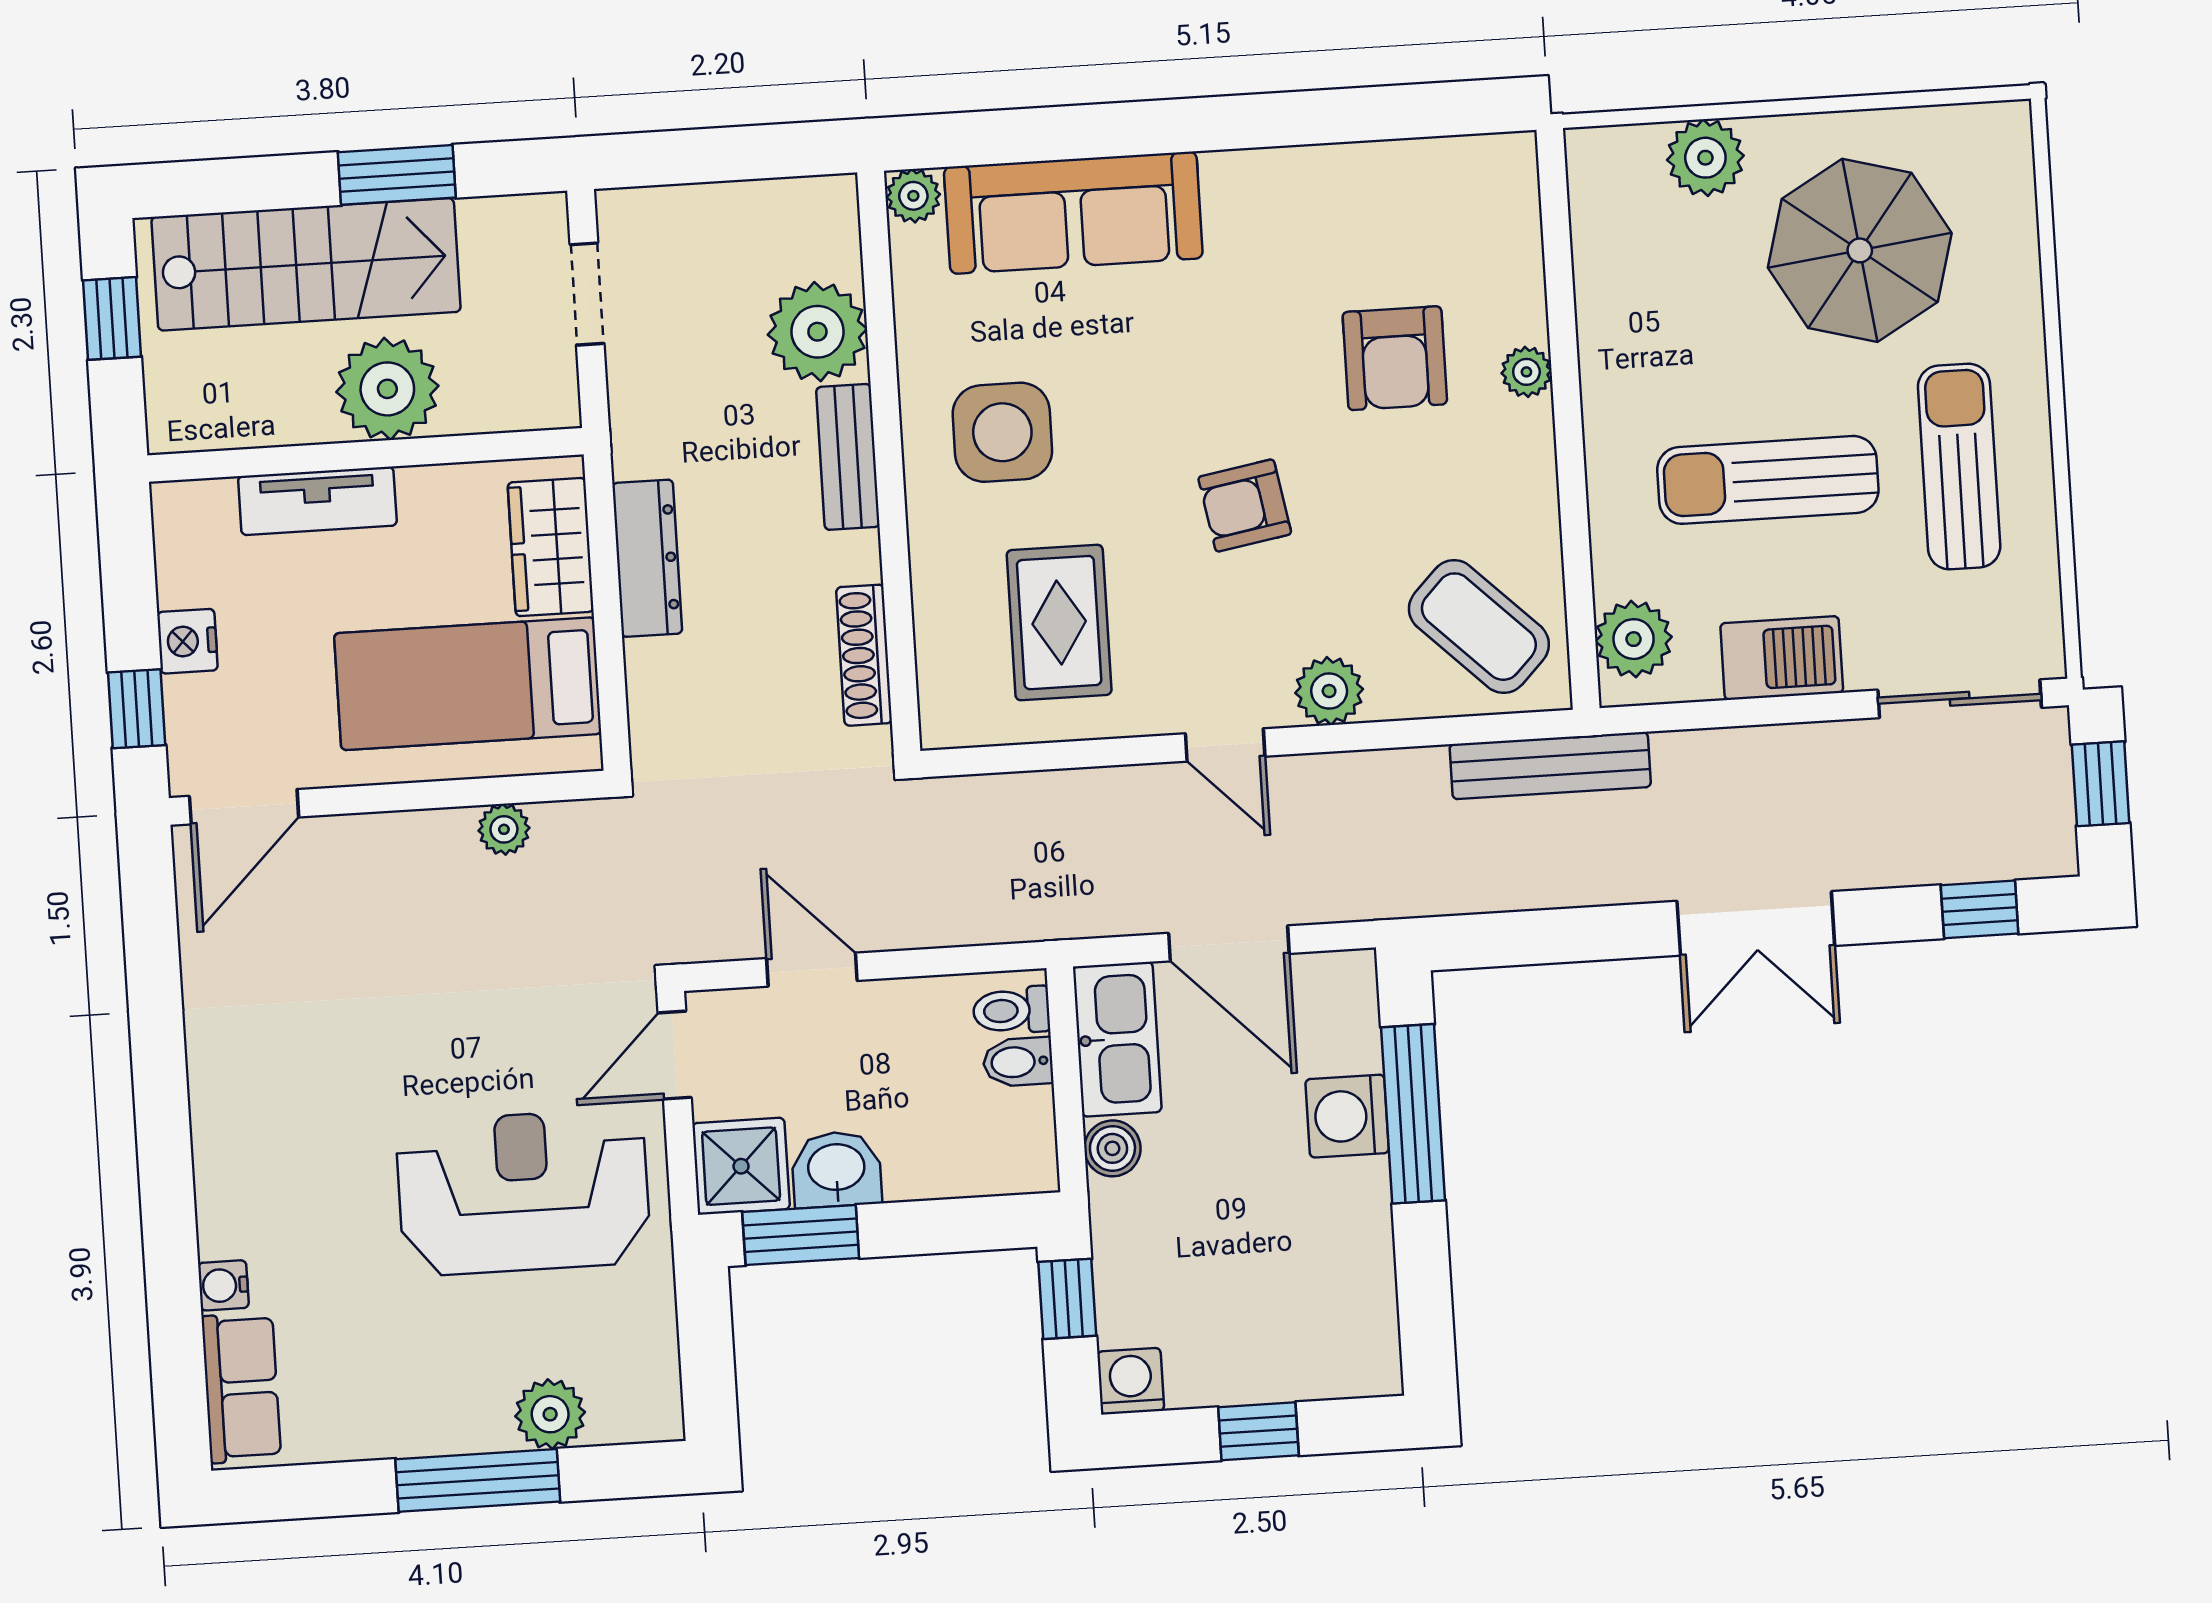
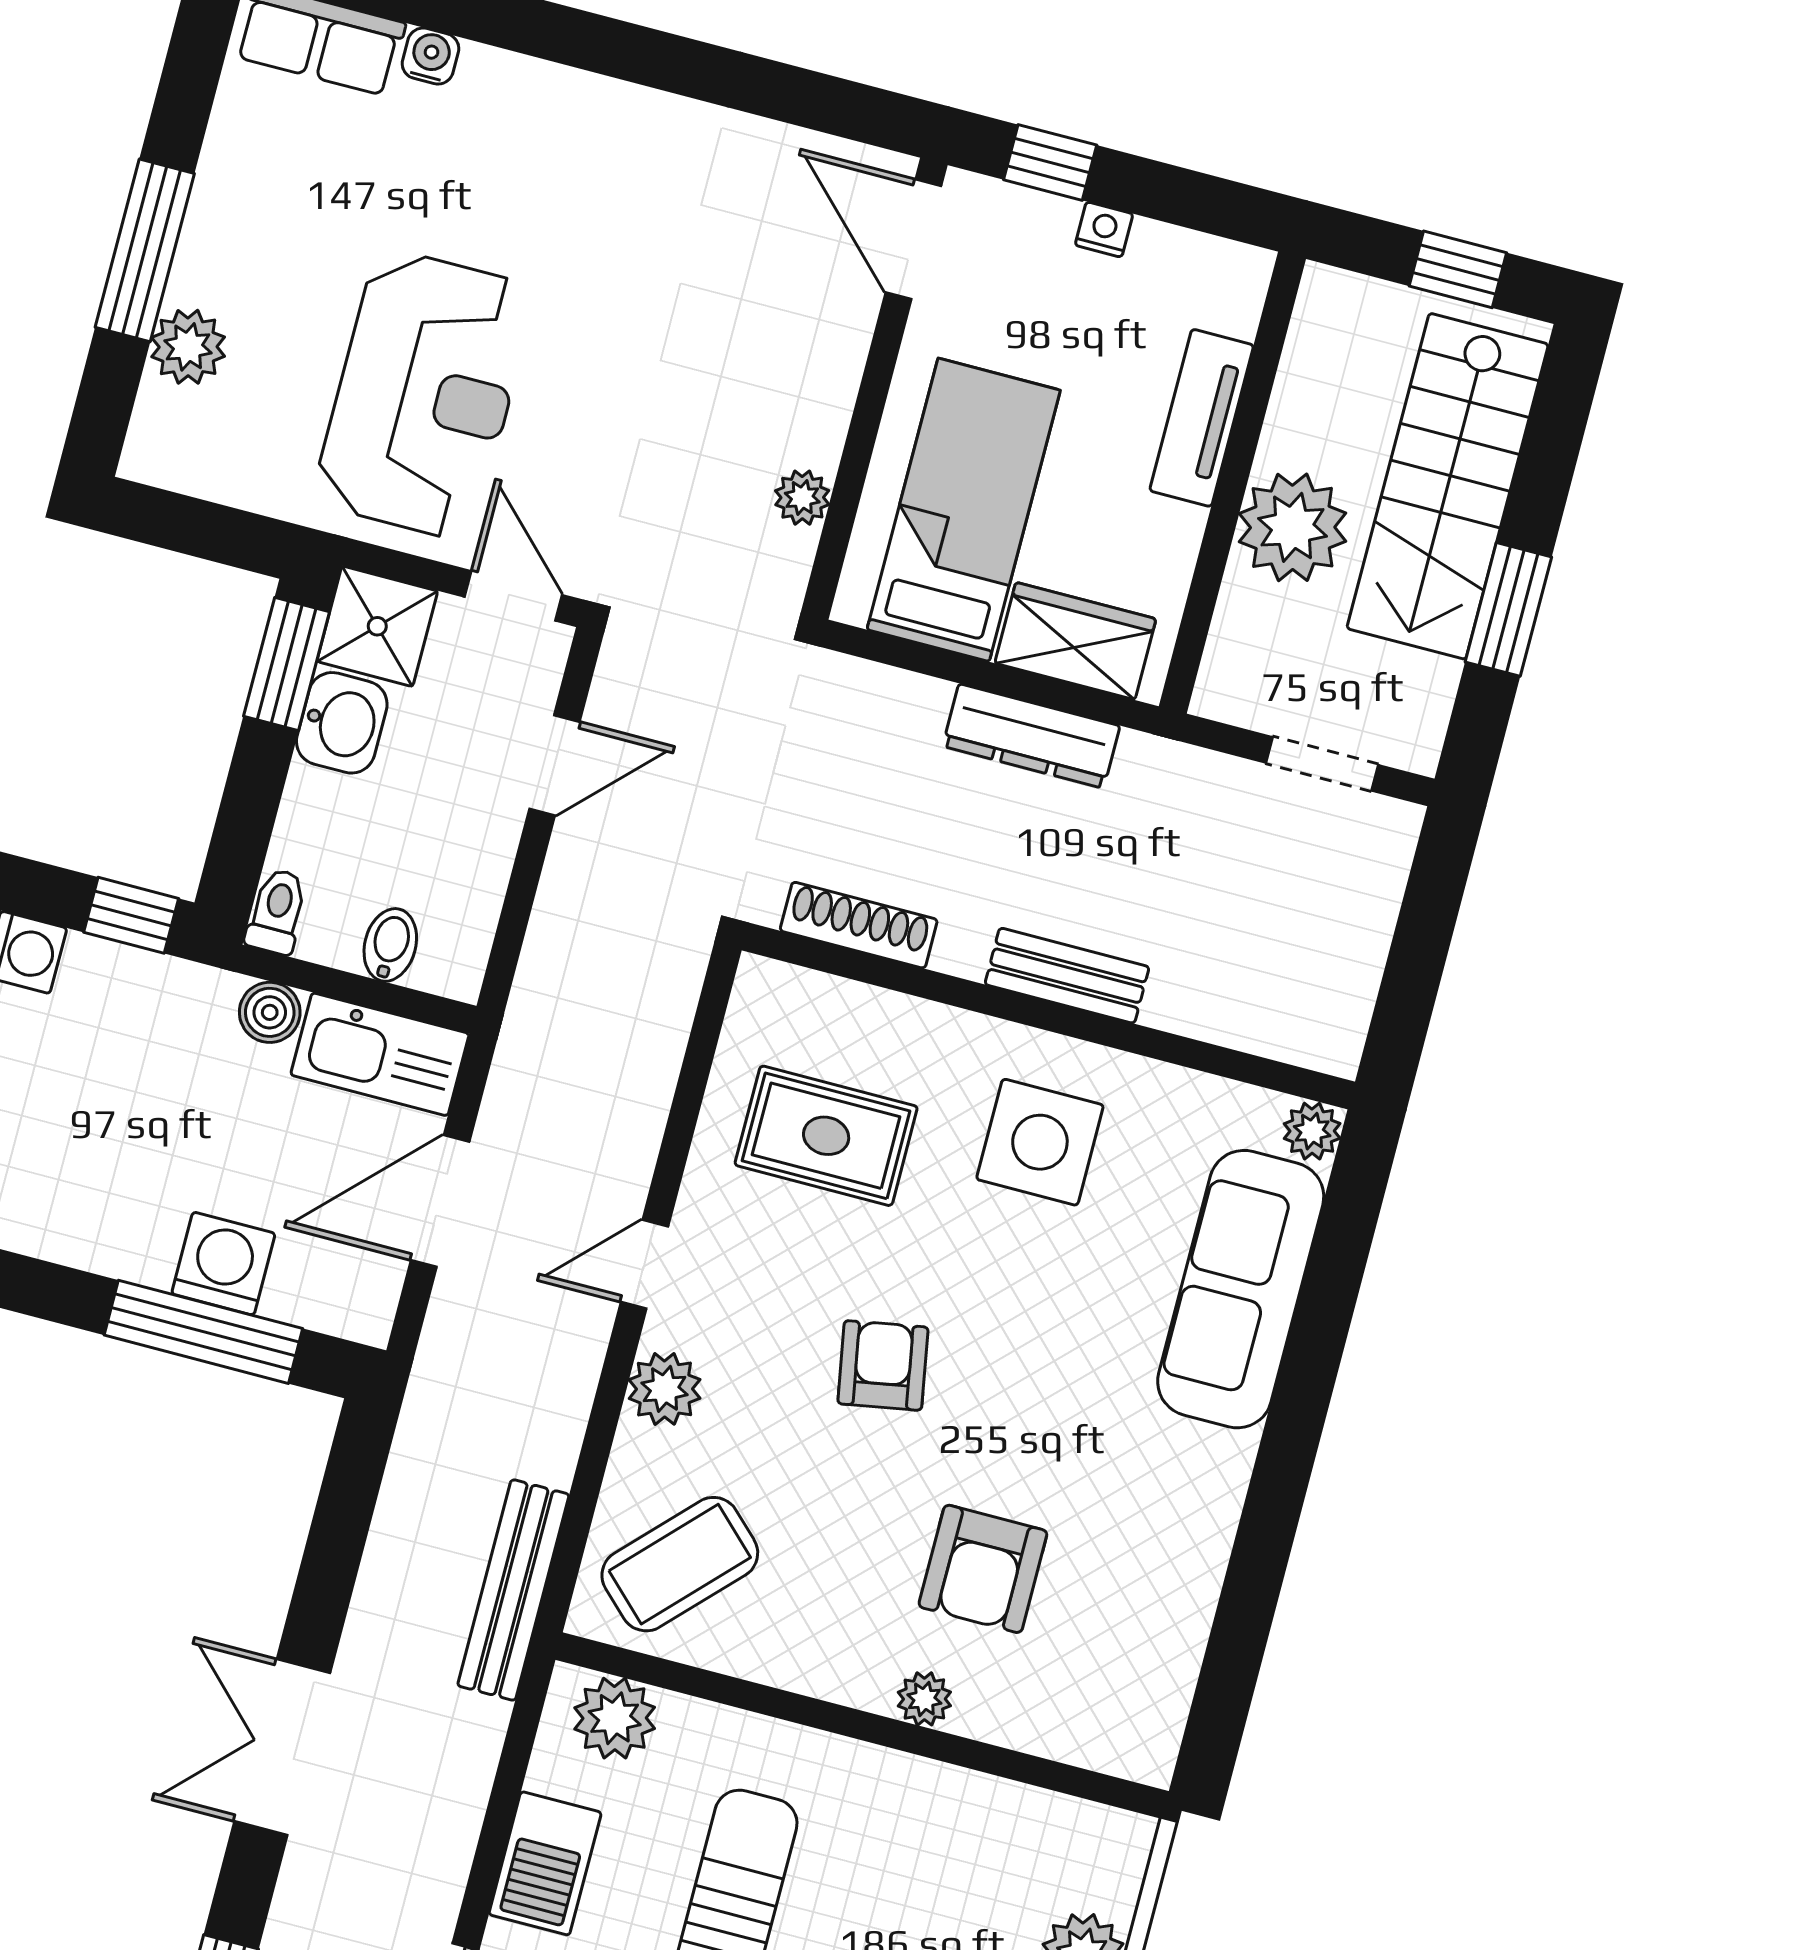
plant: (817, 332) -> (1205, 987), removed
armchair: (1395, 358) -> (983, 1569), turned -90
nightstand: (187, 641) -> (1104, 230), width x0.72, depth x0.74
toilet: (1011, 1010) -> (277, 912), moved

